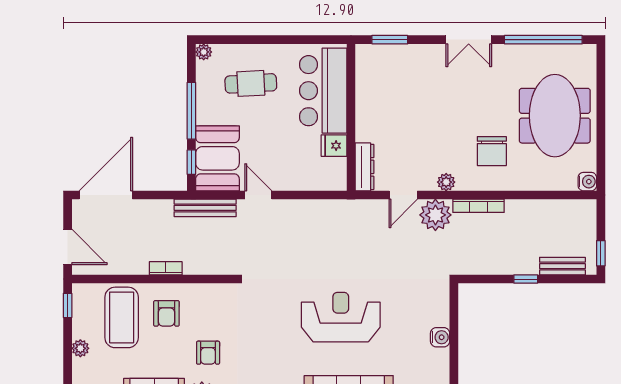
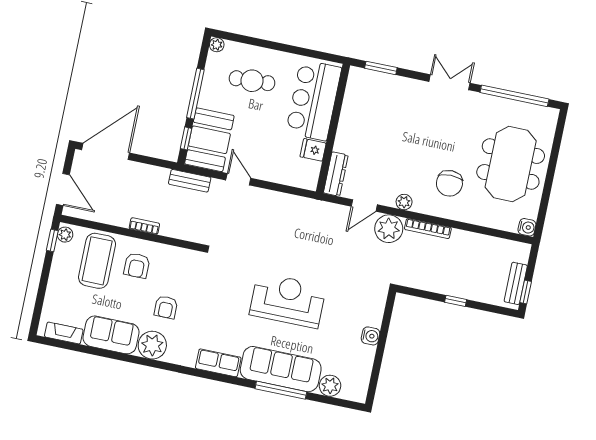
double door: (469, 40) -> (450, 82), swing flipped
bench: (205, 208) -> (190, 181), width x0.73
bench: (562, 266) -> (516, 283), moved, turned 90
plant: (80, 348) -> (65, 235), moved

